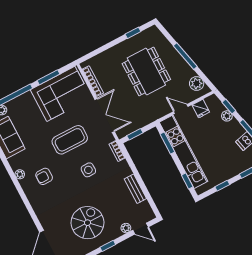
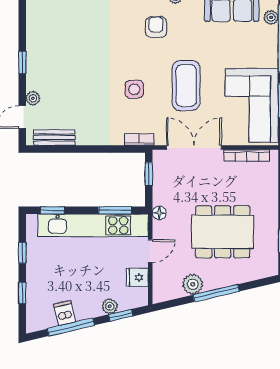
plant: (197, 84) -> (193, 284), moved
double door: (105, 115) -> (194, 148), swing flipped
floor lamp: (155, 116) -> (159, 213), added
bench: (135, 189) -> (54, 137), moved
spiral stairs: (88, 223) -> (66, 52), removed

